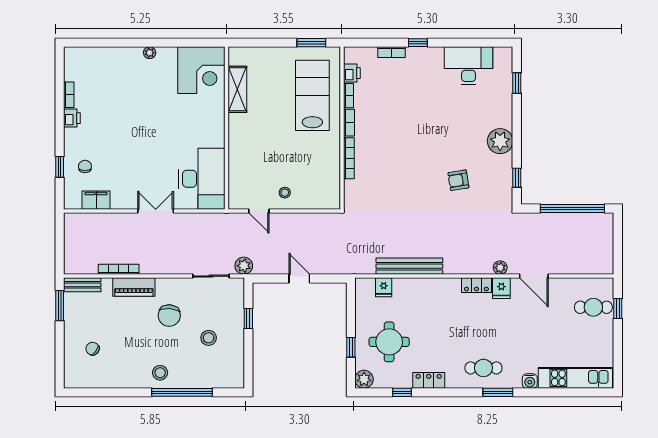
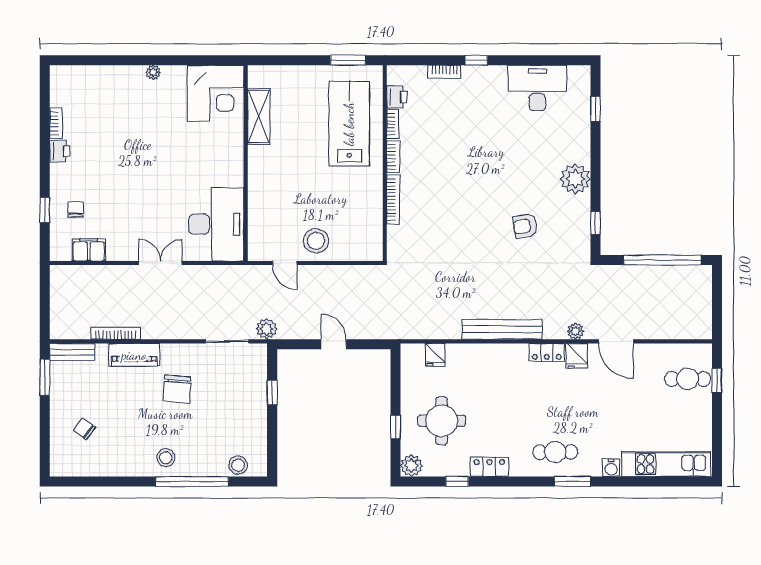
stool: (285, 193) -> (316, 241), width x1.89, depth x1.89
bench: (409, 266) -> (502, 329), moved
stool: (209, 338) -> (238, 465), moved

